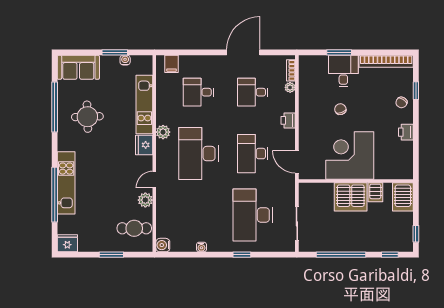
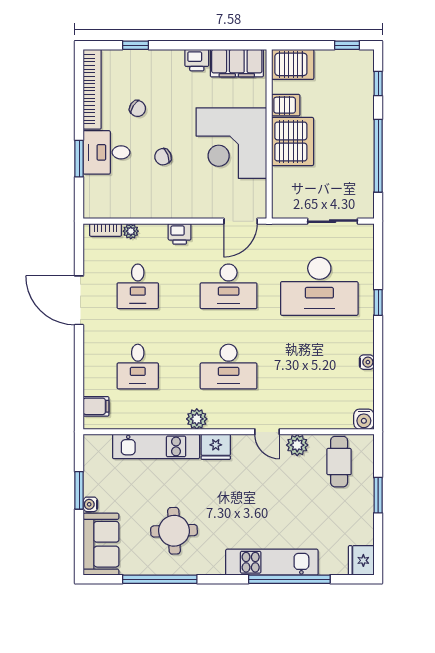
water cooler: (125, 60) -> (90, 504), moved
chair: (402, 102) -> (138, 109), moved
desk: (198, 154) -> (229, 367), width x0.73, depth x0.77
filing cabinet: (404, 159) -> (237, 63), added

